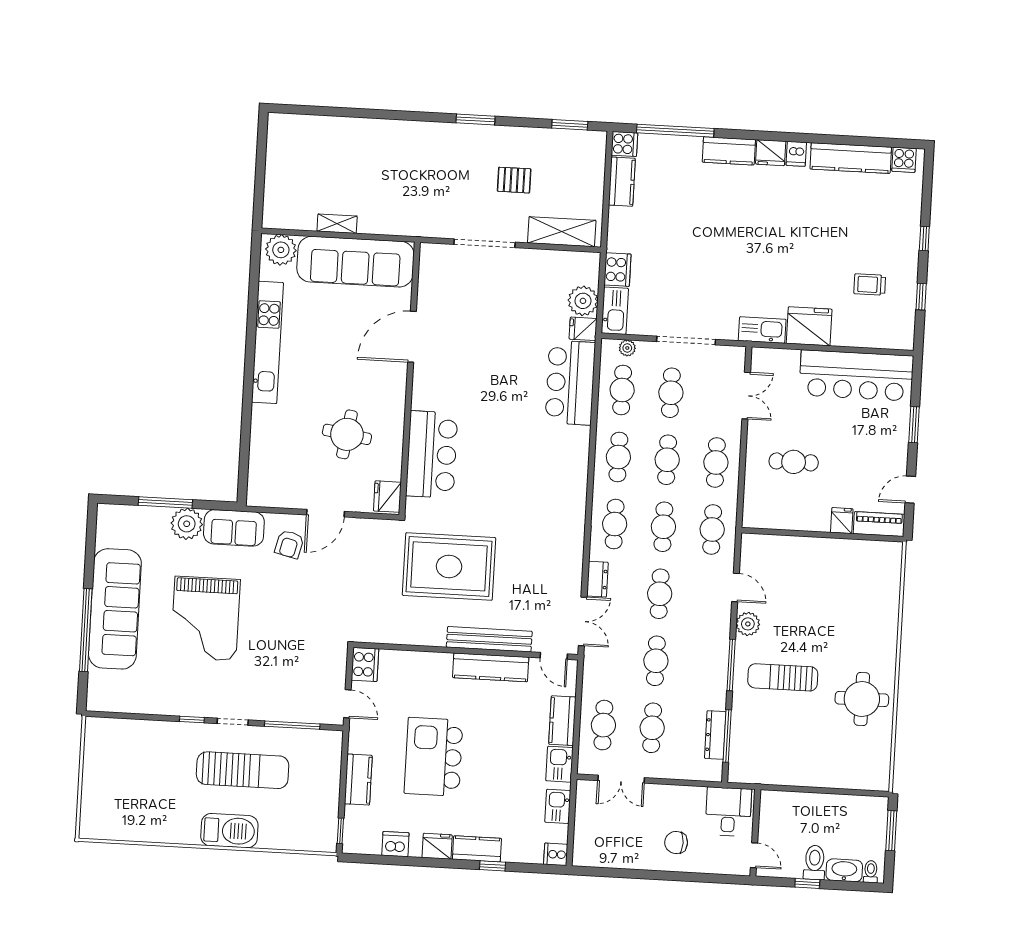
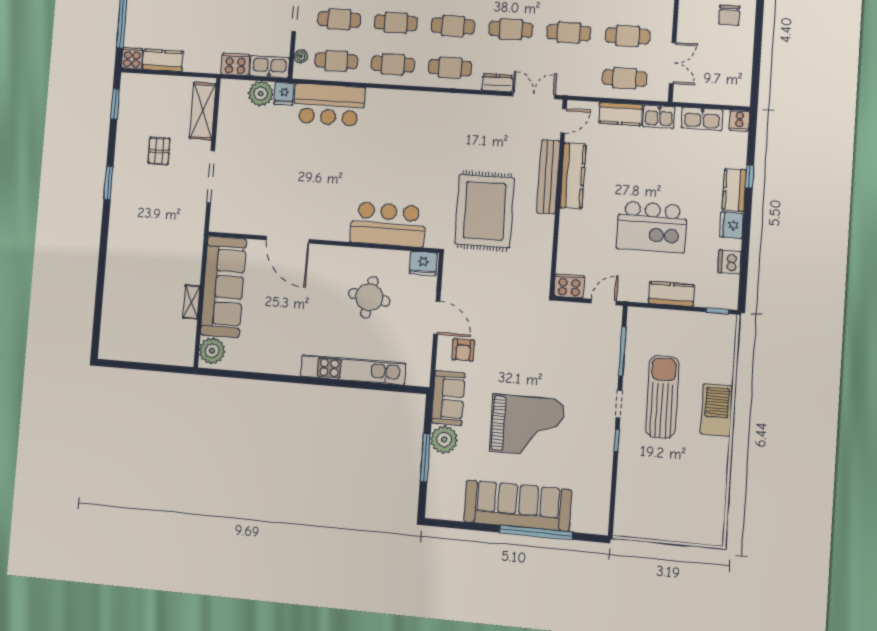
kitchen unit: (267, 342) -> (353, 370), moved
armchair: (289, 544) -> (463, 350), turned 76
kitchen sink: (558, 806) -> (702, 119), width x1.38

